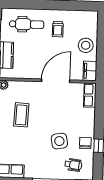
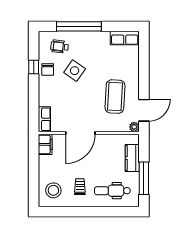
stool: (86, 45) -> (53, 190), moved
coffee table: (21, 115) -> (115, 97), width x1.36, depth x1.32
side table: (59, 141) -> (75, 71), turned 45

